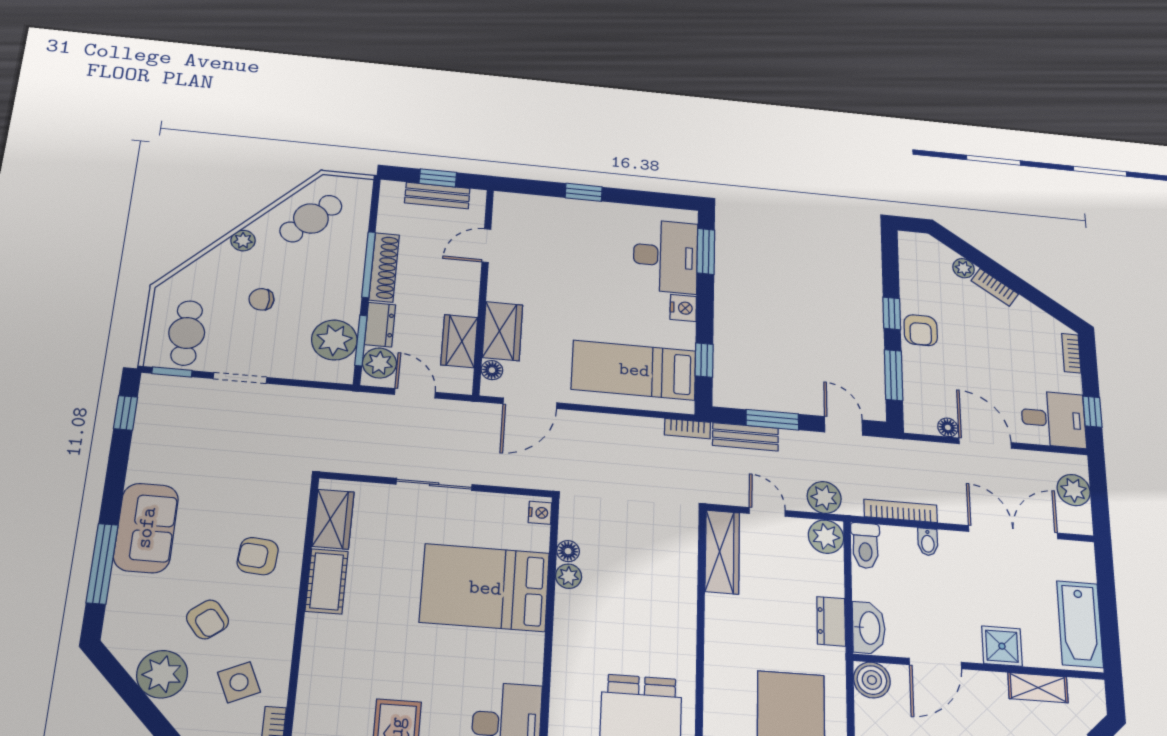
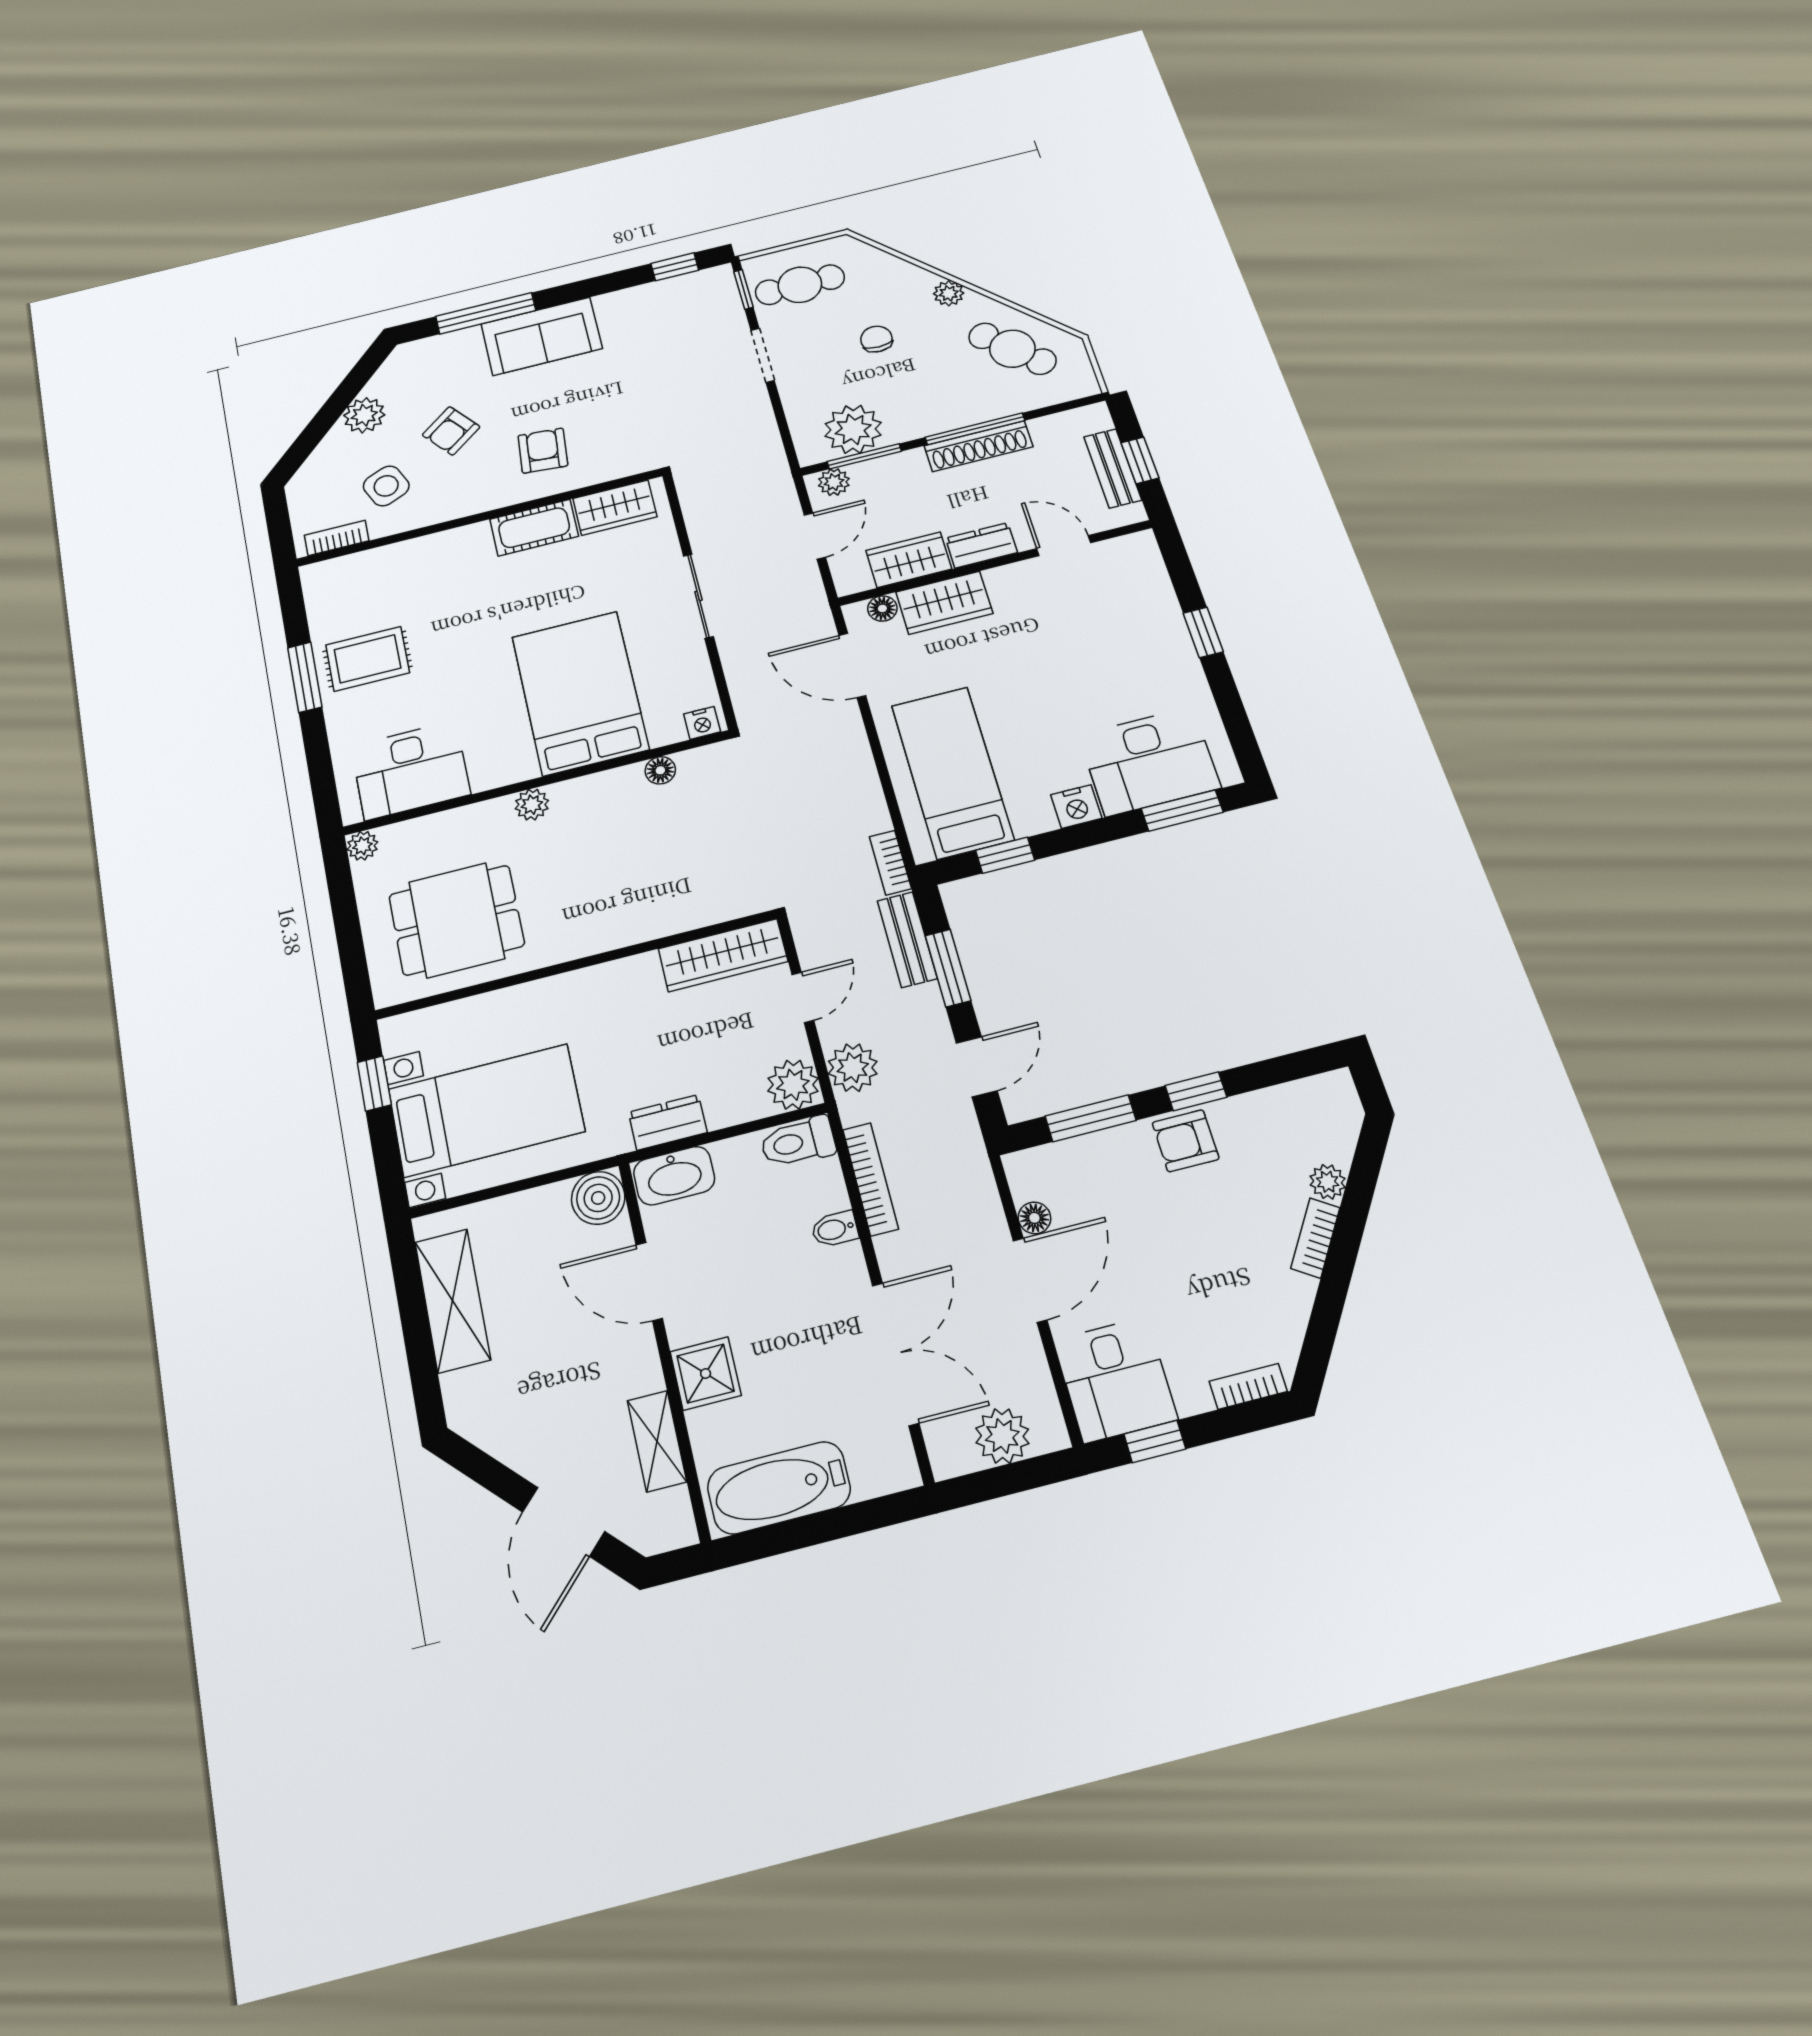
dresser: (380, 325) -> (981, 545), moved, turned 180
plant: (379, 363) -> (834, 482), width x0.73, depth x0.73
plant: (569, 576) -> (532, 805), moved
plant: (162, 674) -> (364, 415), width x0.73, depth x0.73

